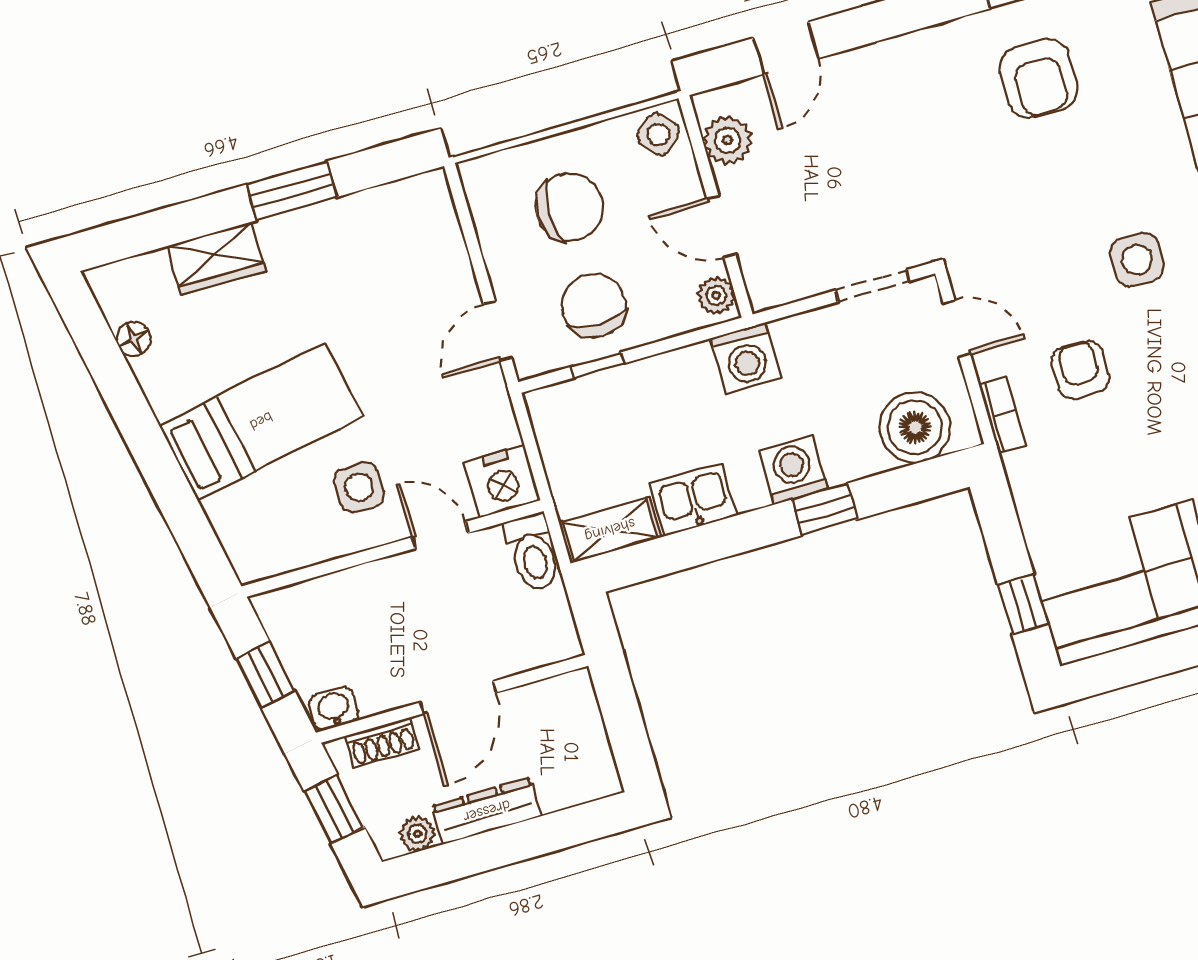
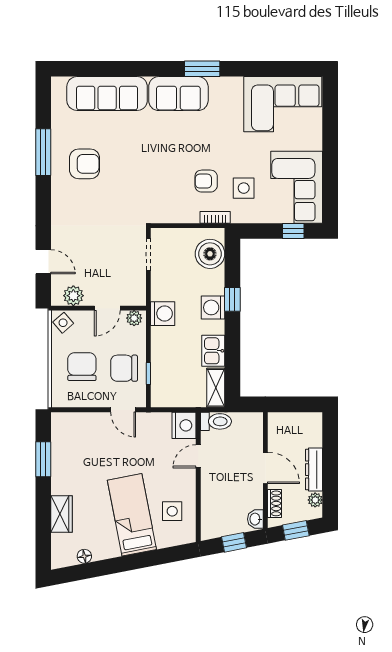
window: (292, 191) -> (43, 459), moved
side table: (1137, 260) -> (244, 188), moved
door: (957, 328) -> (175, 226), removed
side table: (359, 487) -> (172, 511), moved

